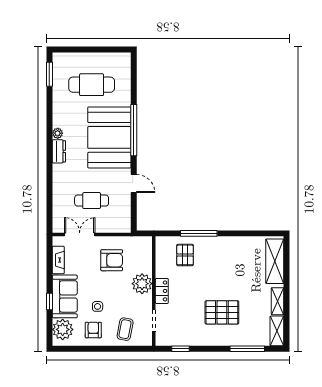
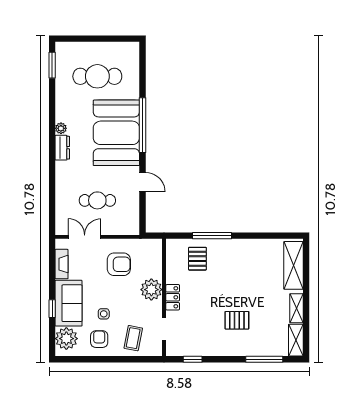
pallet: (222, 312) -> (237, 320), width x0.67, depth x0.71

